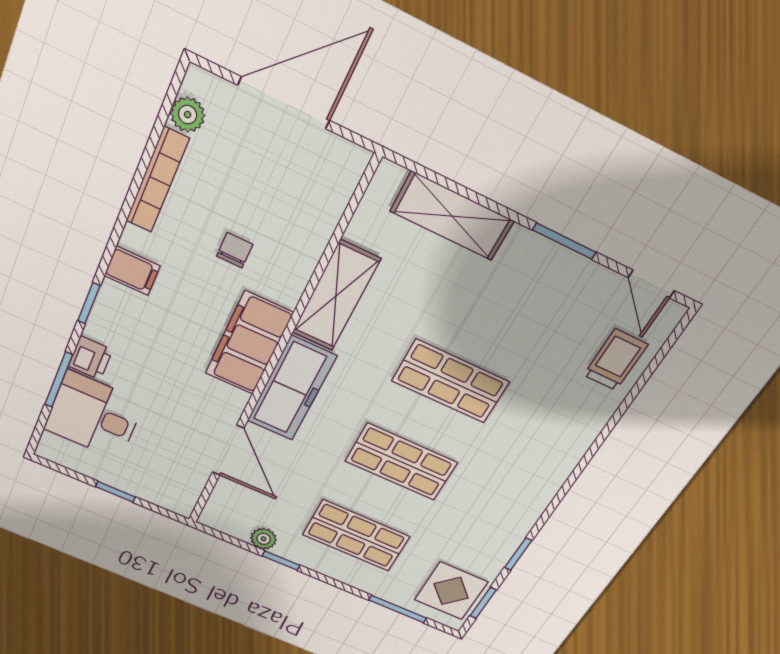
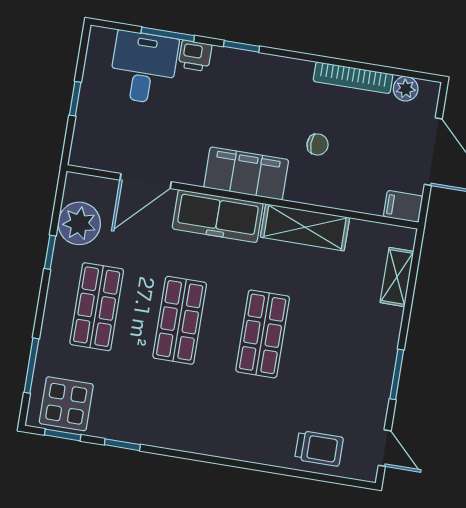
shelving: (452, 216) -> (397, 277), width x0.67, depth x0.75
filing cabinet: (132, 271) -> (403, 206), moved, turned 90
door: (651, 284) -> (385, 448), swing flipped
plant: (264, 539) -> (79, 223), width x1.87, depth x1.87

